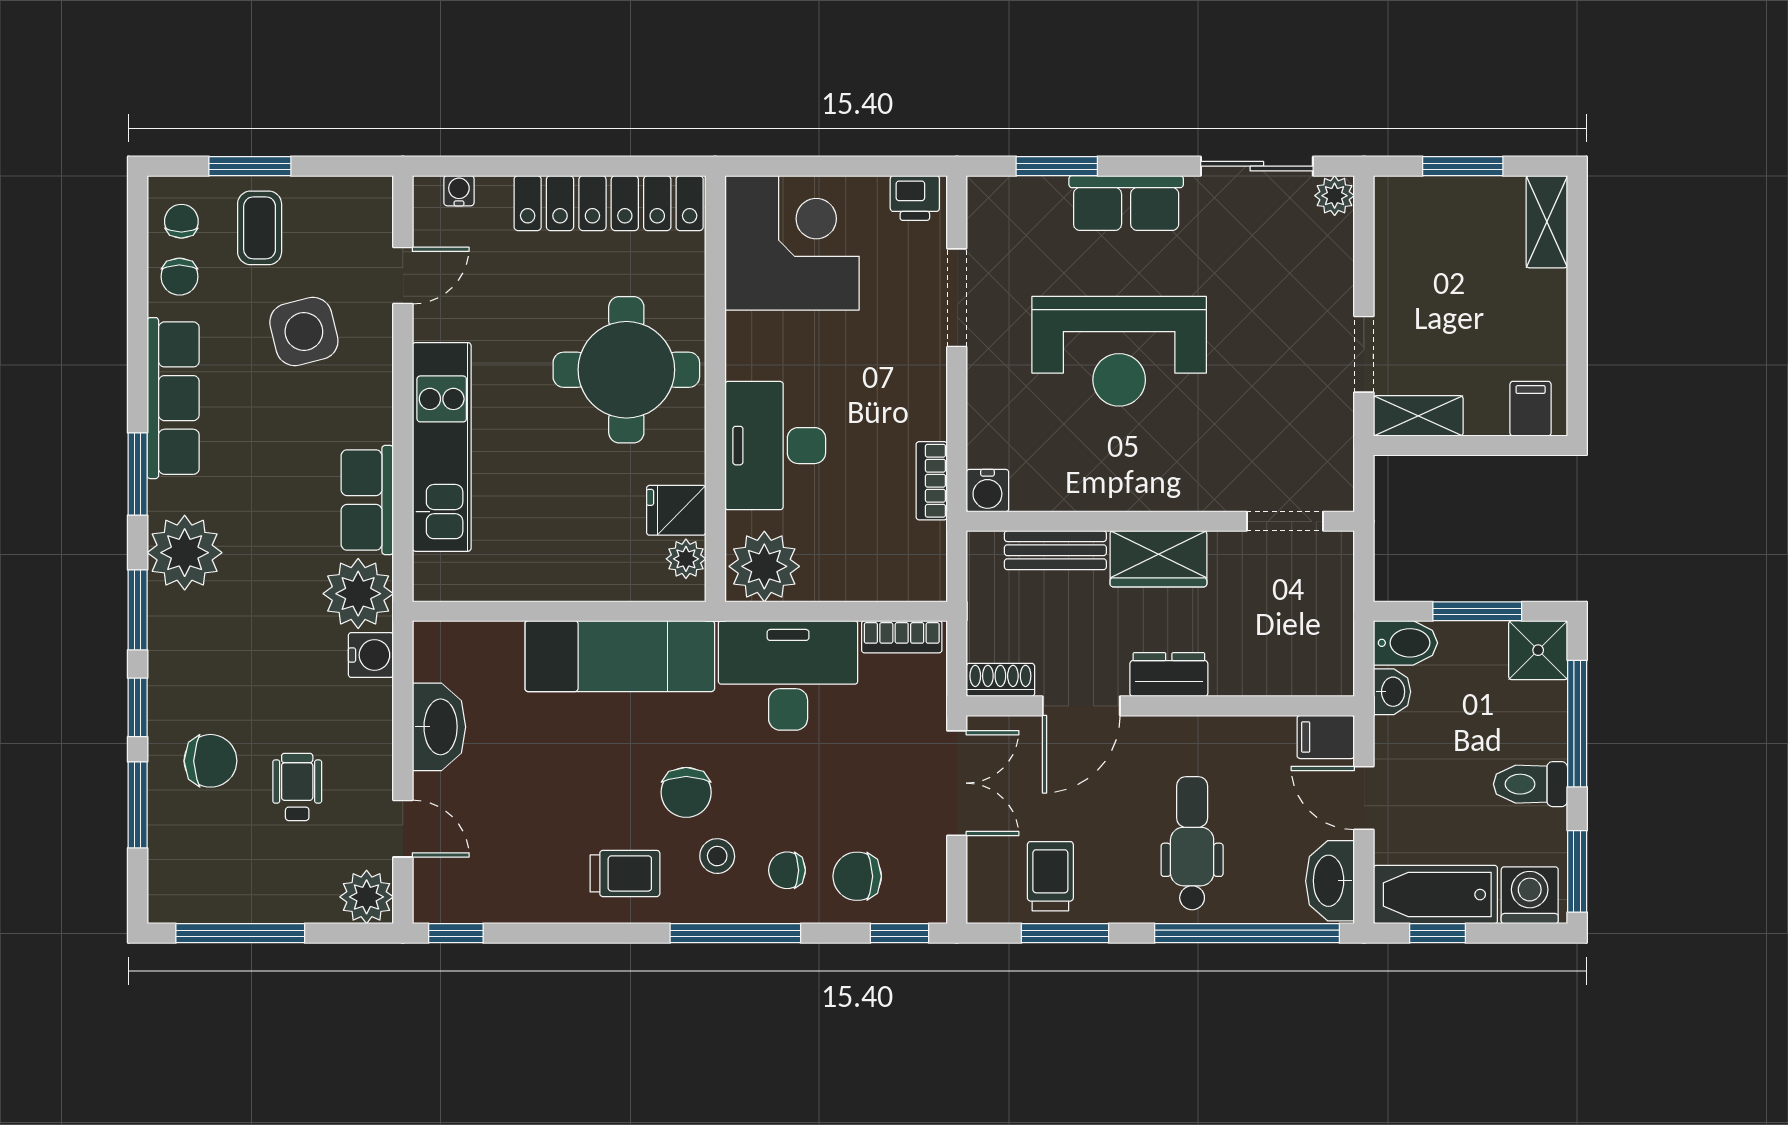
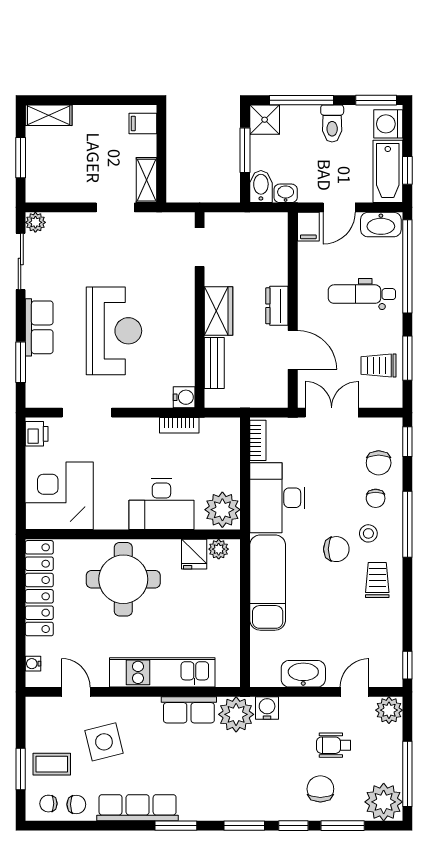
plant: (185, 553) -> (384, 802), moved
shoe rack: (1000, 680) -> (280, 391), removed

